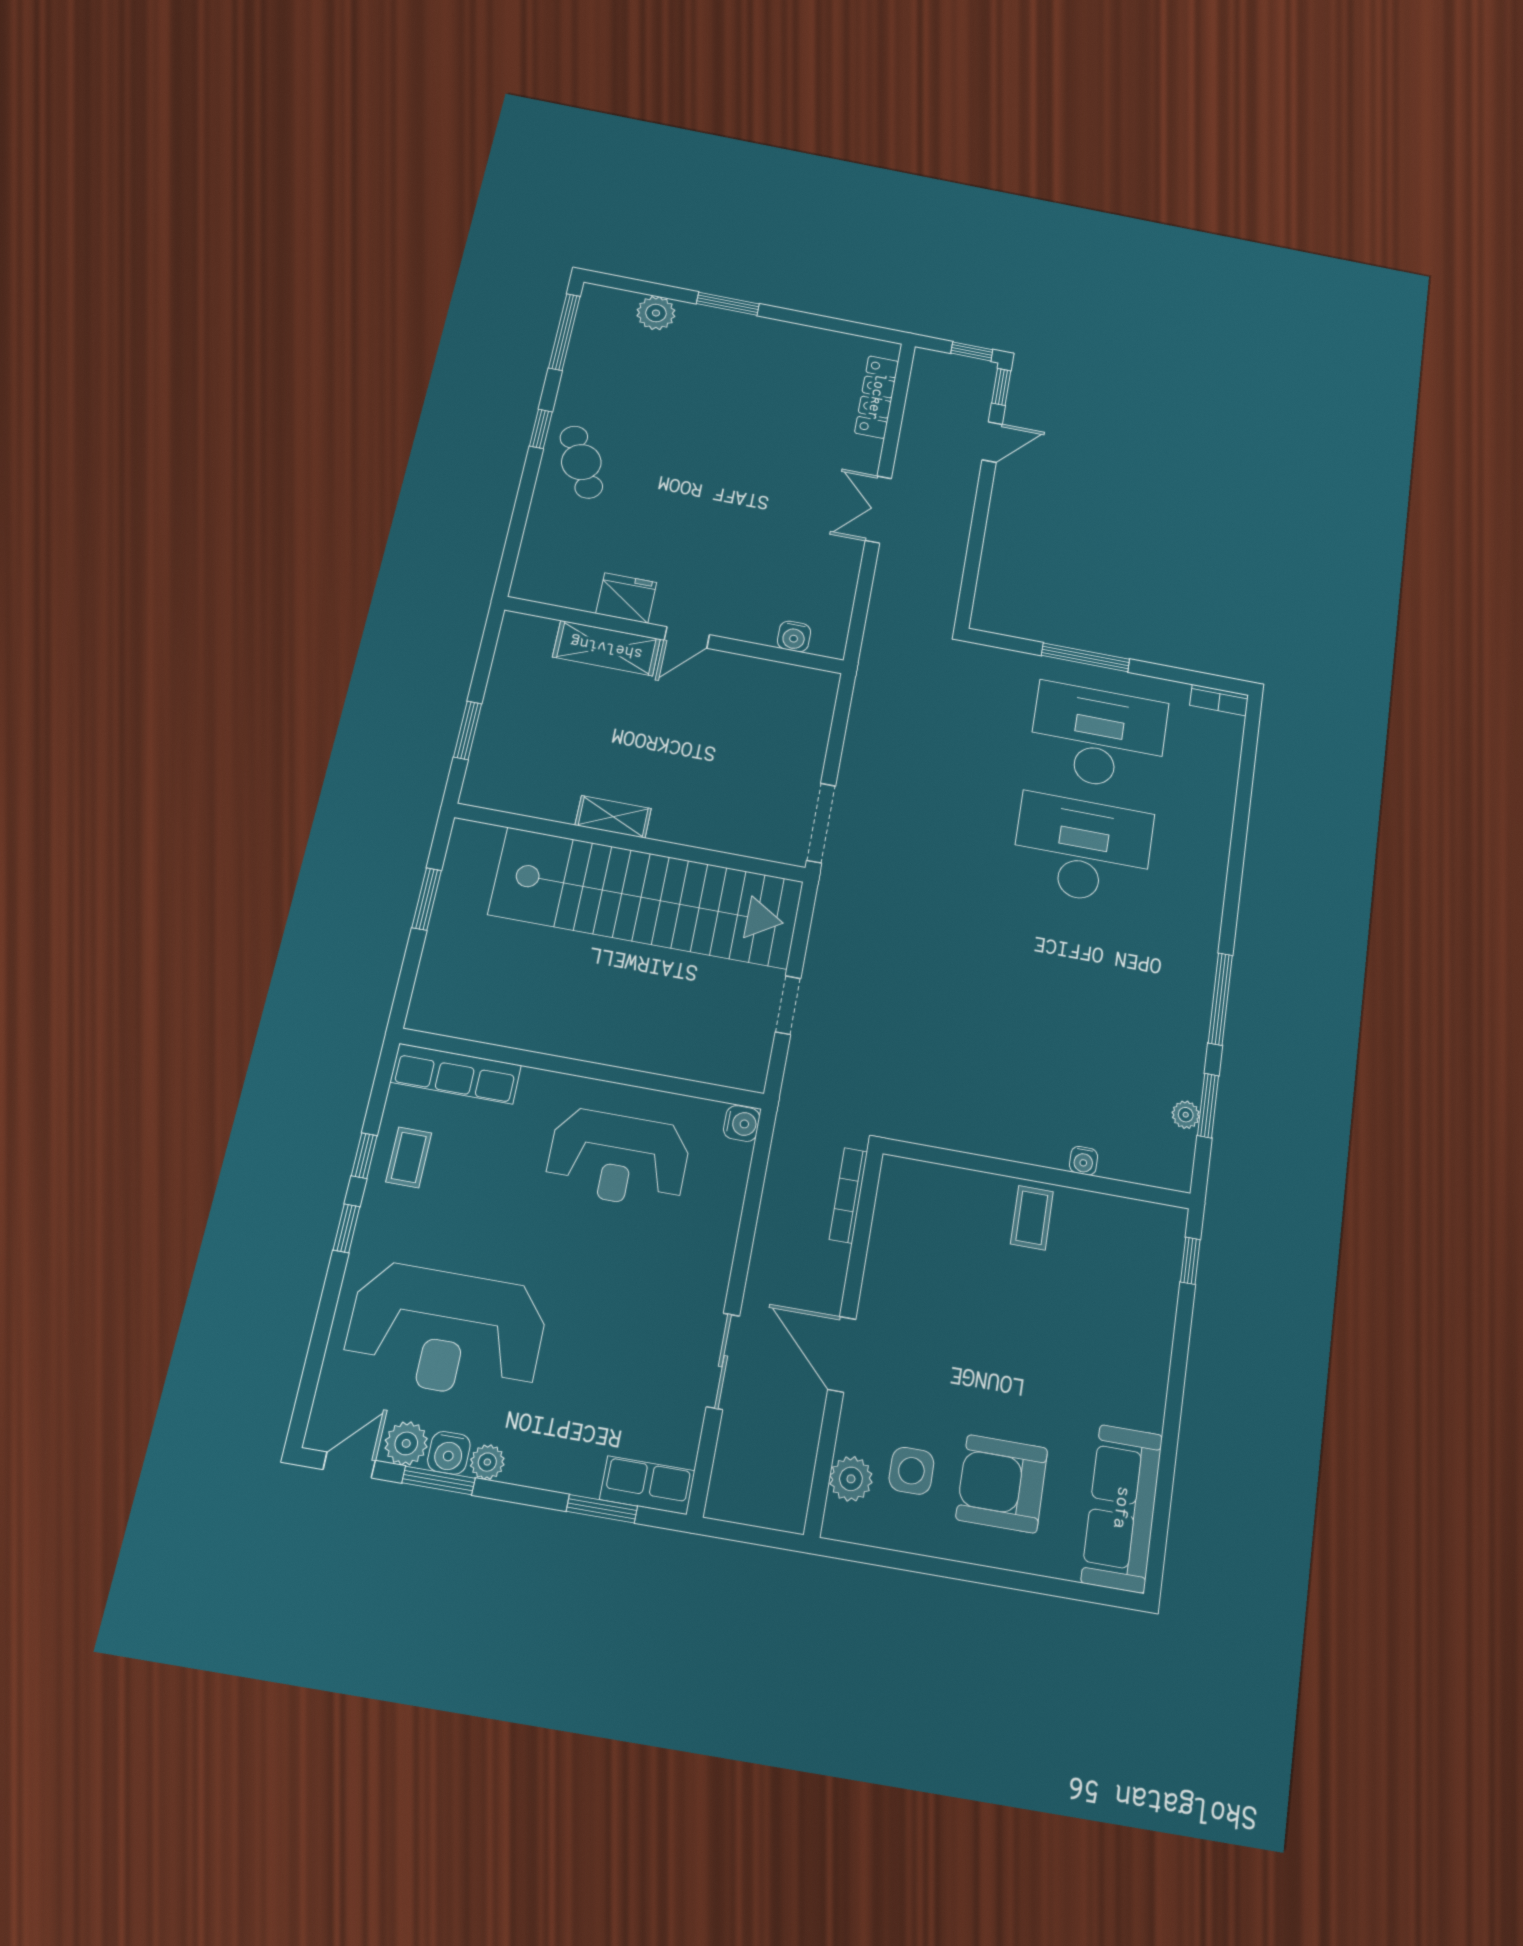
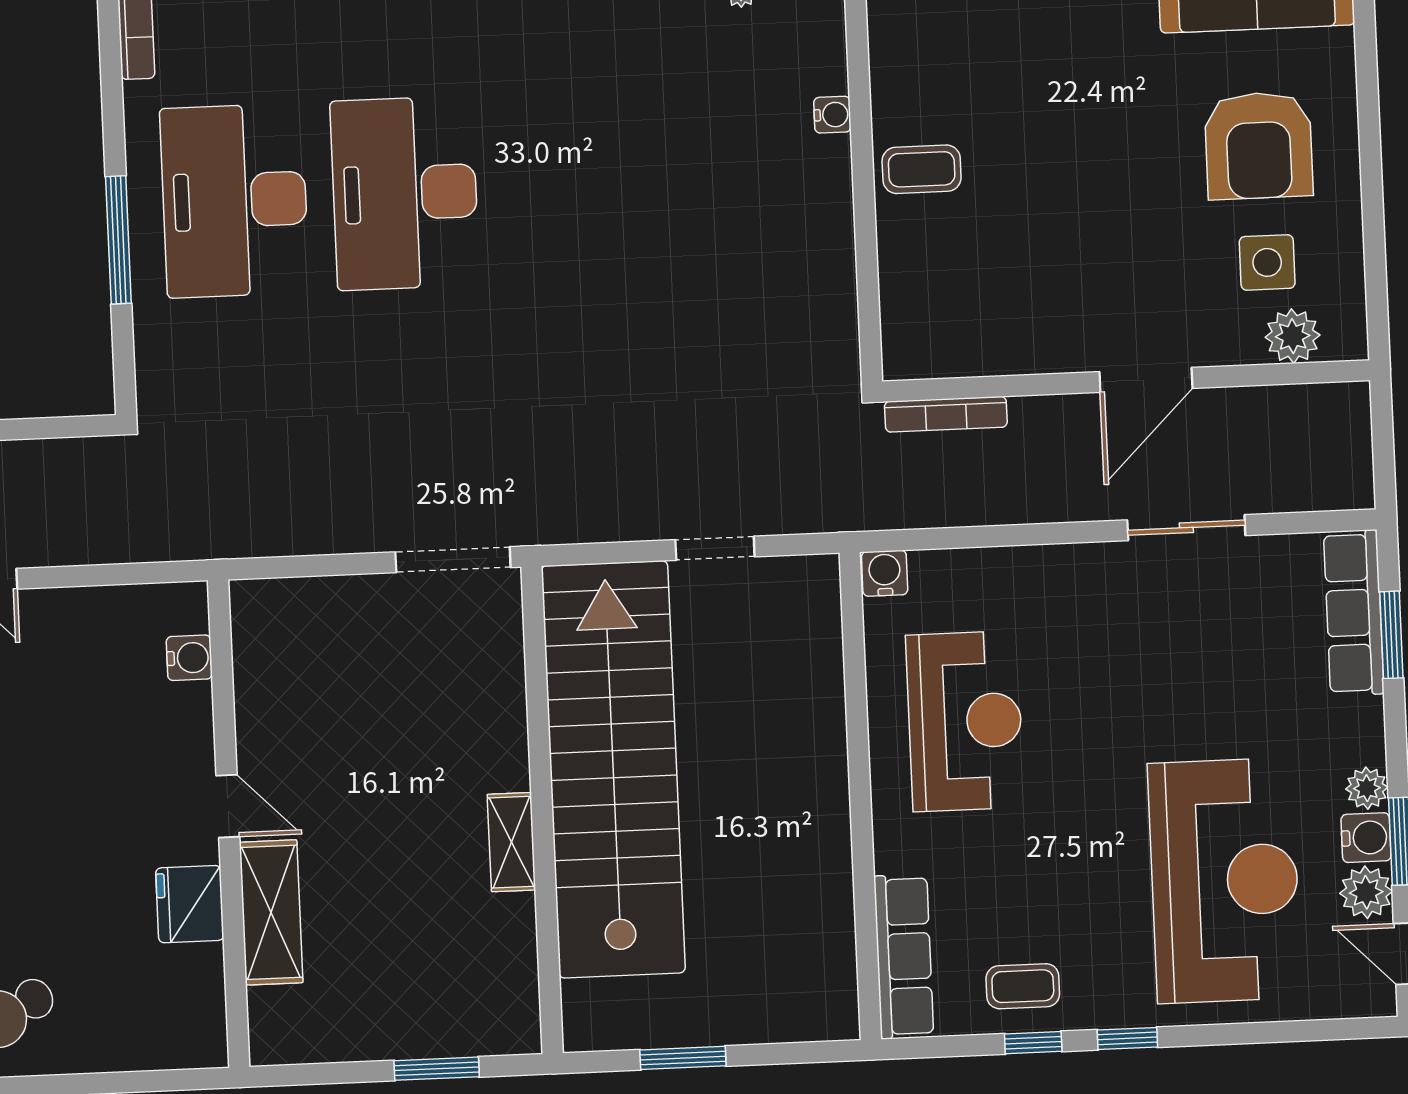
row of seats: (647, 1485) -> (1354, 613), width x1.48

